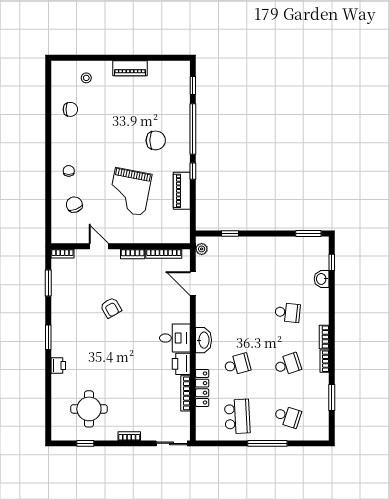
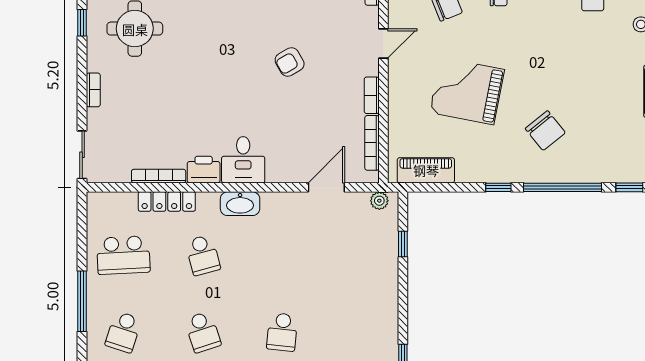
chair: (156, 140) -> (545, 131), turned -39
piano: (182, 191) -> (426, 170), moved

